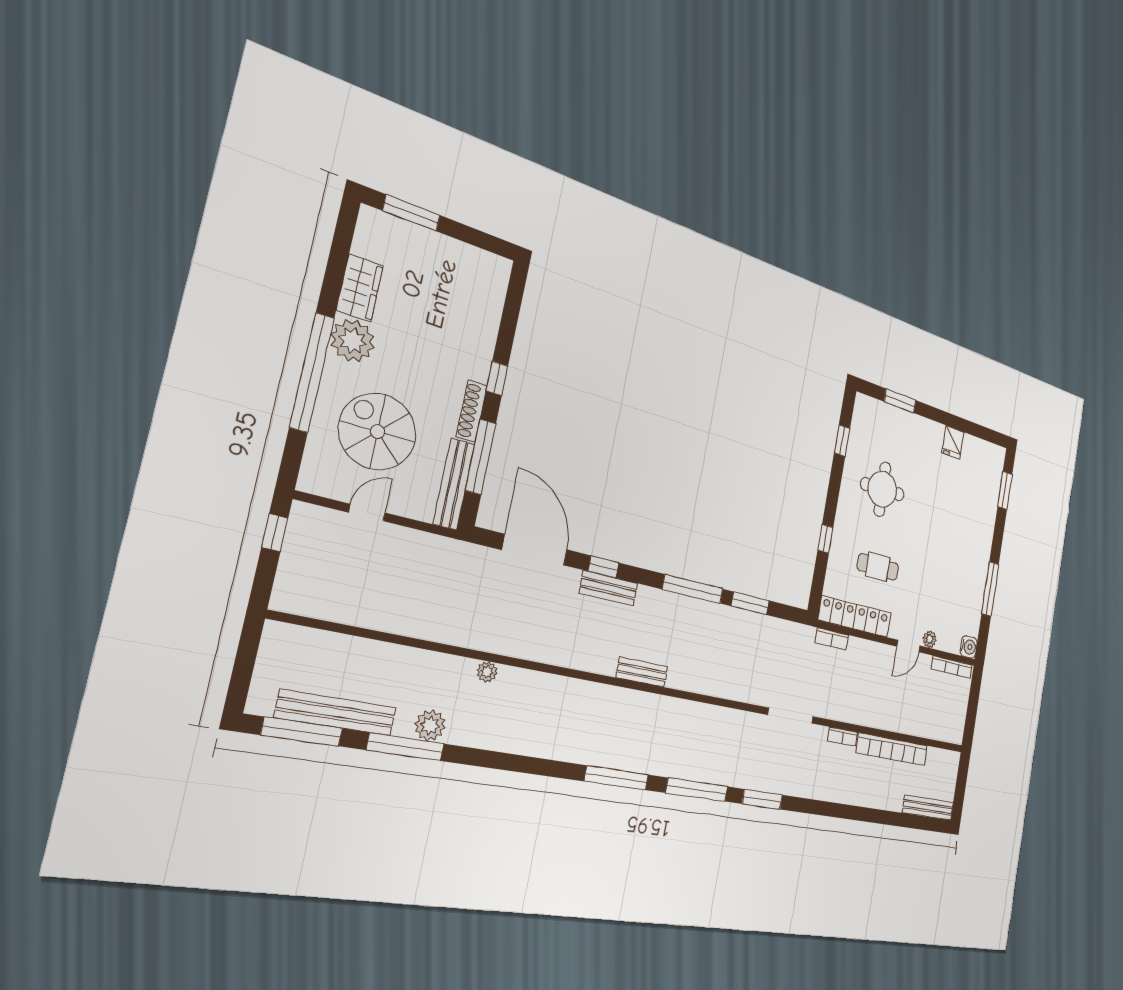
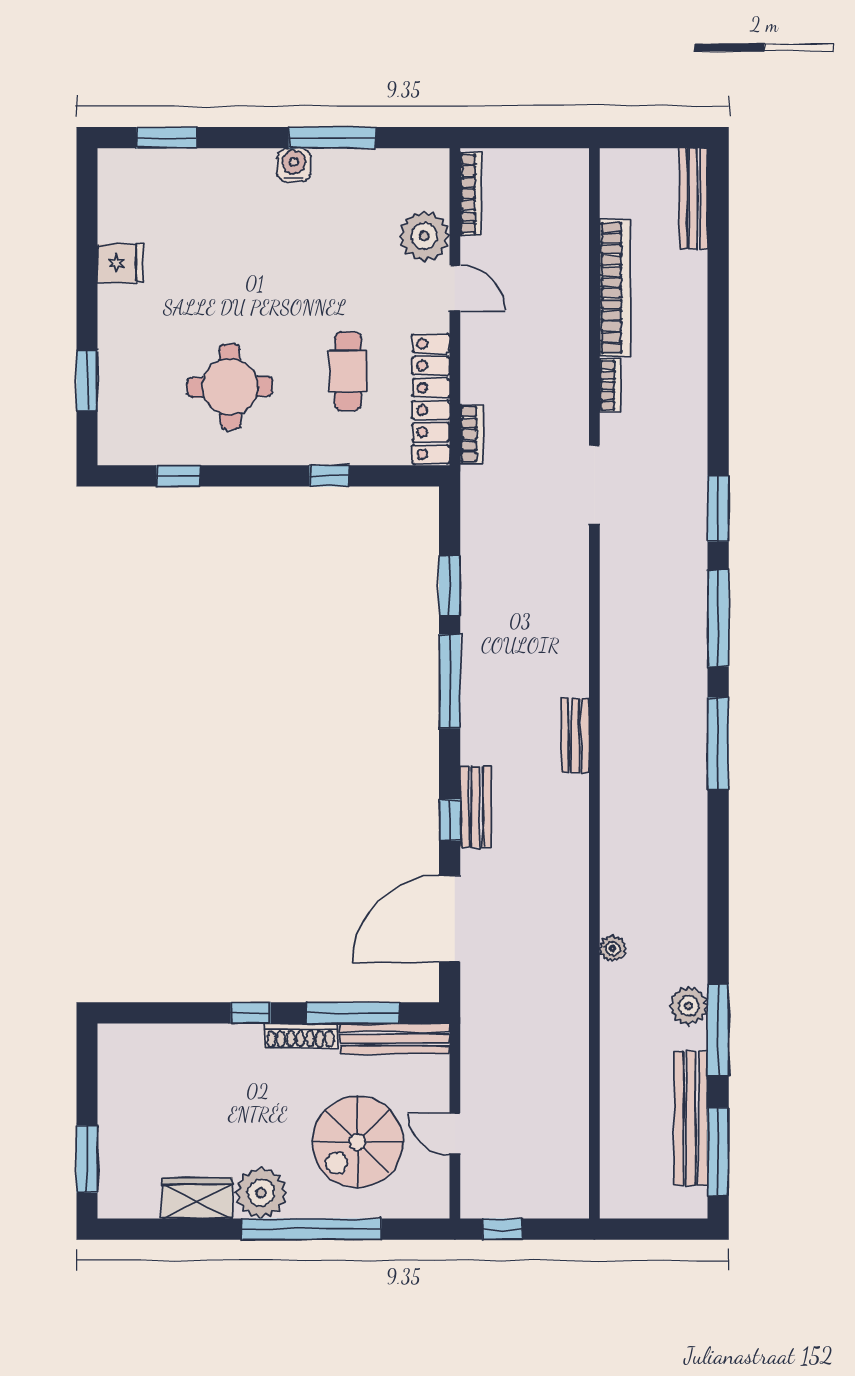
plant: (930, 639) -> (424, 236), width x1.88, depth x1.88
water cooler: (969, 647) -> (294, 165), moved

